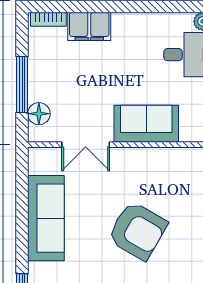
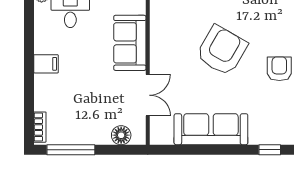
filing cabinet: (89, 26) -> (46, 64), moved, width x0.50
window: (22, 85) -> (71, 150), moved

